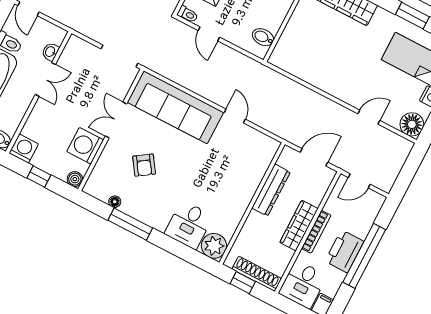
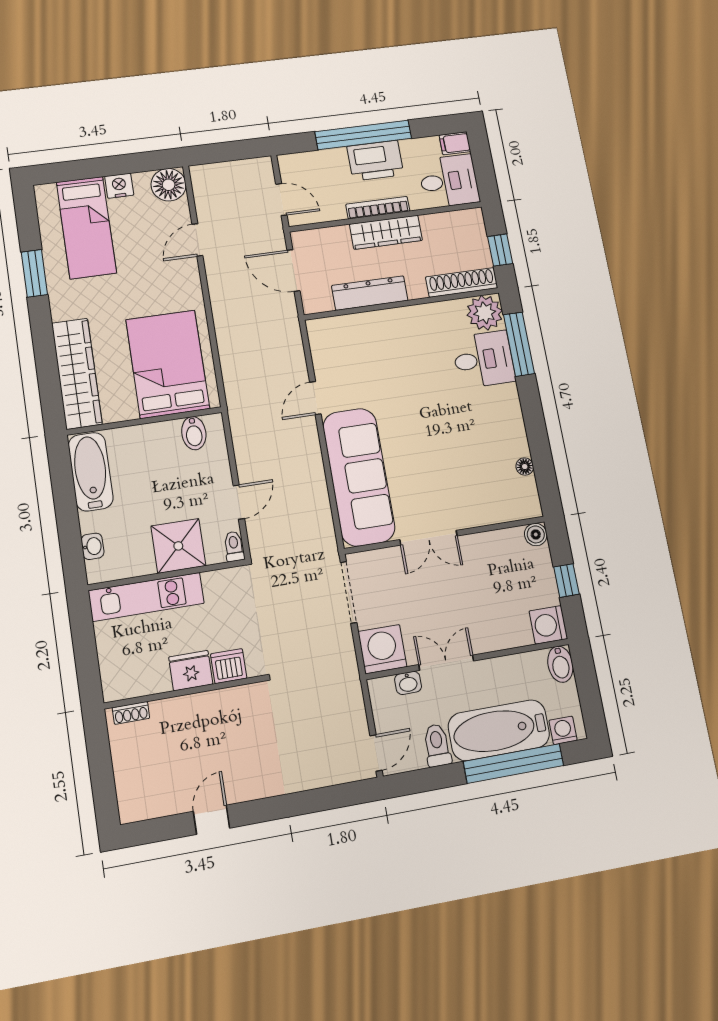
bed: (311, 51) -> (168, 364), added
door: (369, 117) -> (197, 240), hinge flipped
washing machine: (85, 146) -> (382, 649), moved, turned 180
armchair: (144, 165) -> (456, 464), removed
window: (130, 224) -> (519, 344), moved
shoe rack: (257, 274) -> (462, 282), moved, turned 90

